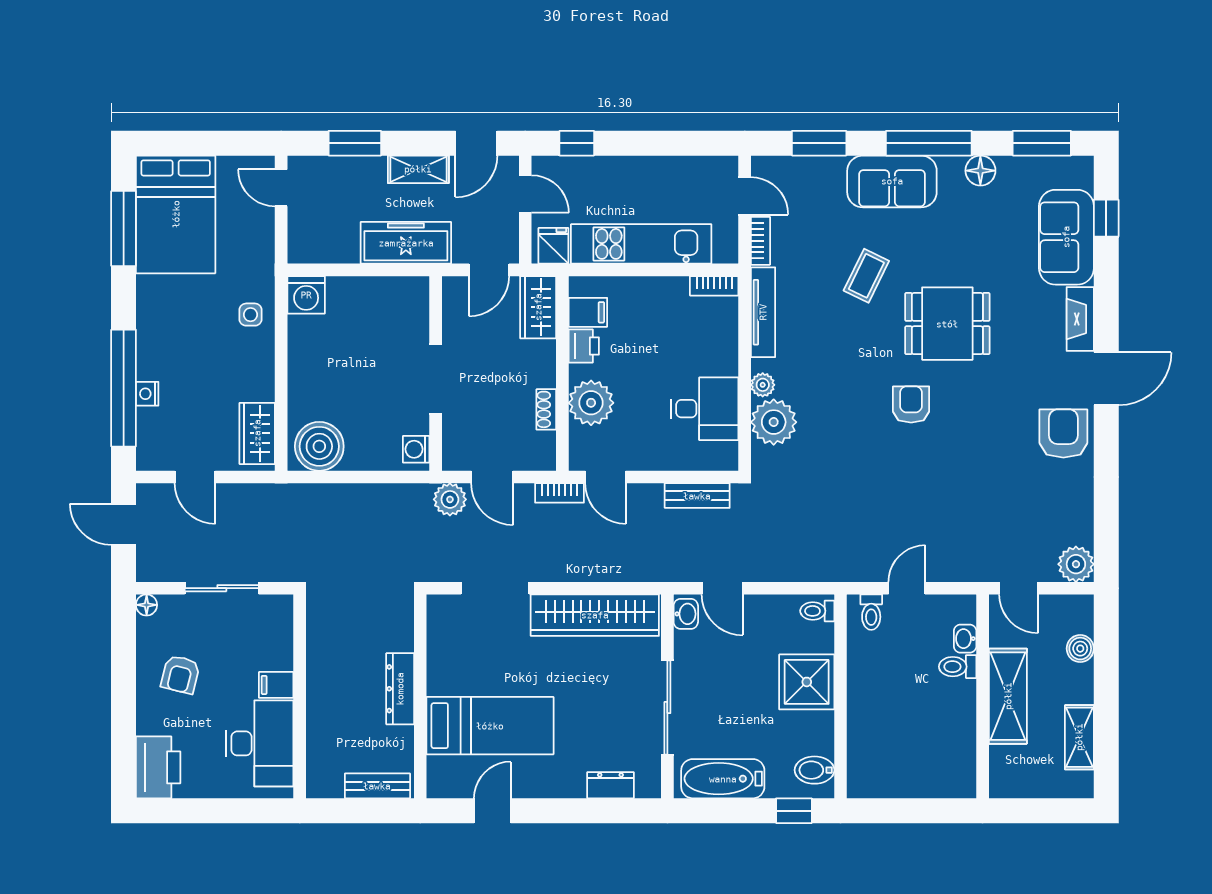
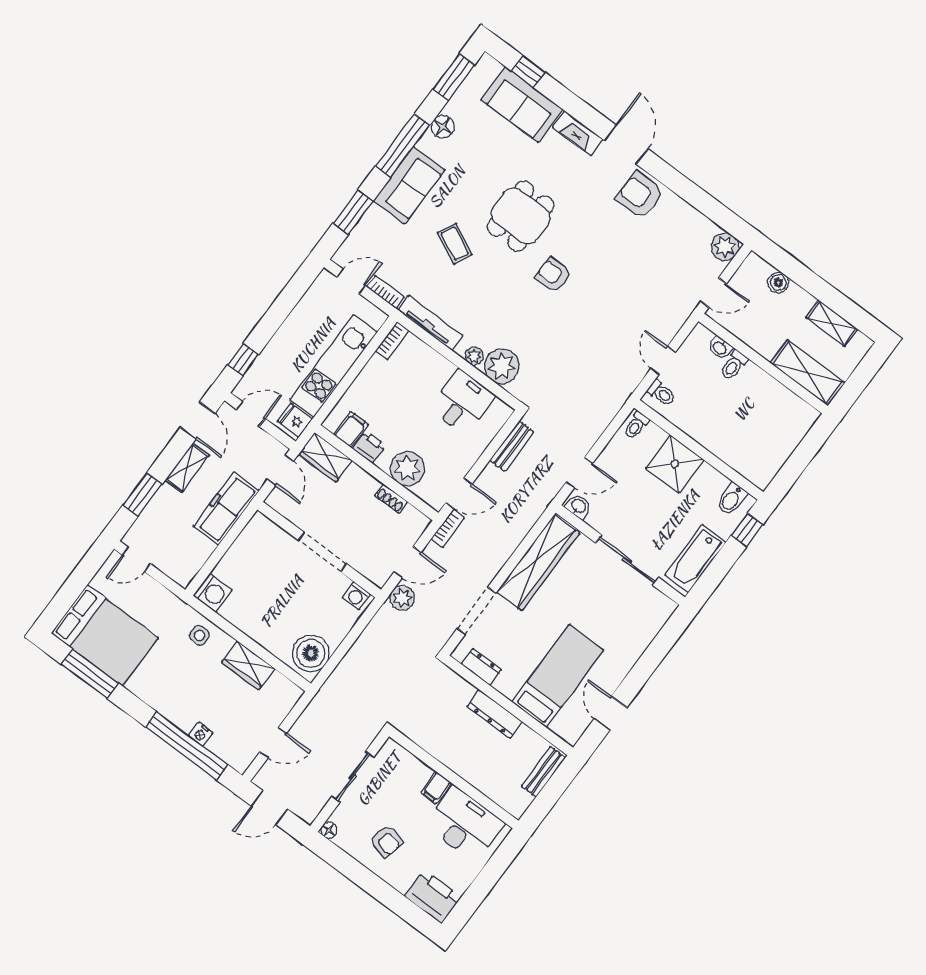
wardrobe: (257, 433) -> (248, 665), moved
shelving: (1008, 696) -> (808, 373), moved
dresser: (610, 785) -> (481, 667), moved, turned 90

